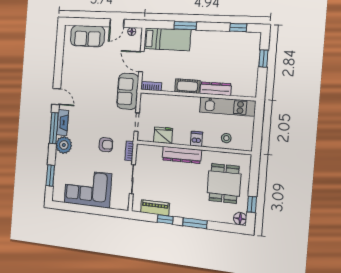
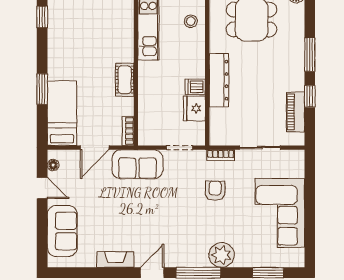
dresser: (216, 89) -> (126, 41), removed
fireplace: (63, 123) -> (115, 260), moved
dishwasher: (196, 139) -> (195, 87), moved

